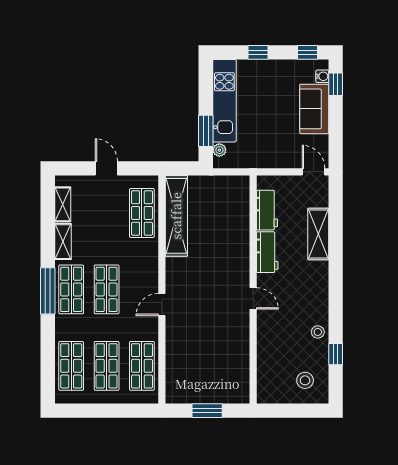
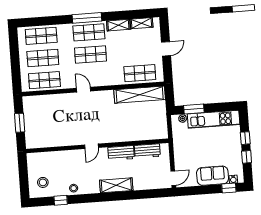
window: (308, 52) -> (247, 157), moved
shelving: (318, 234) -> (116, 185), moved

